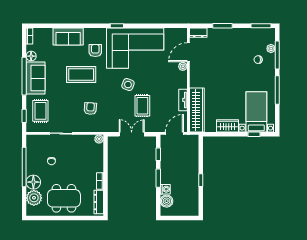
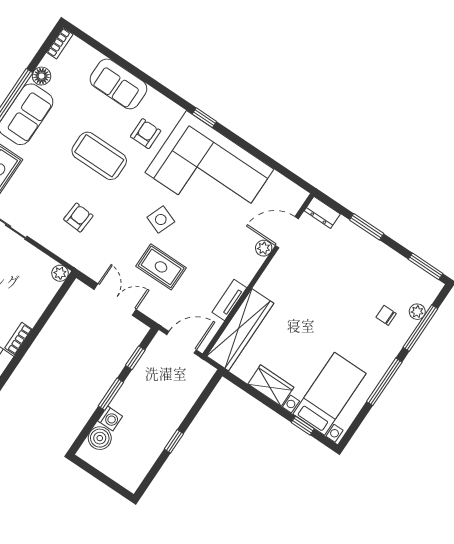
rug: (142, 106) -> (161, 267), turned 90

